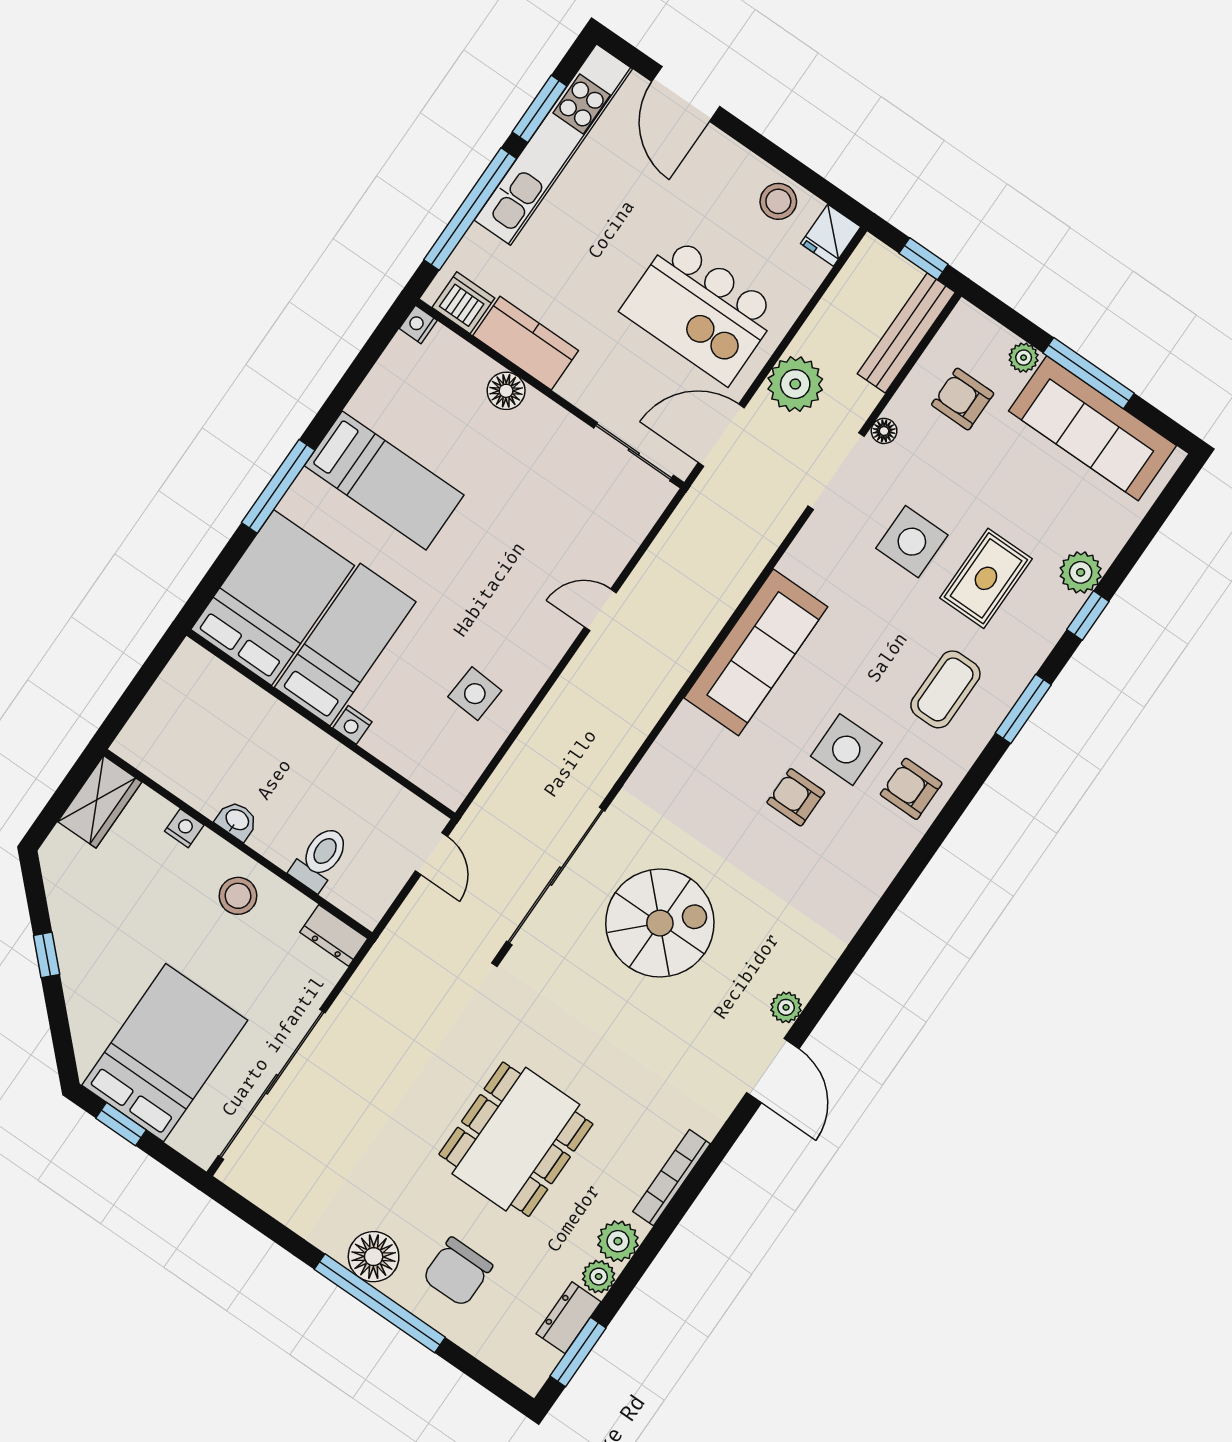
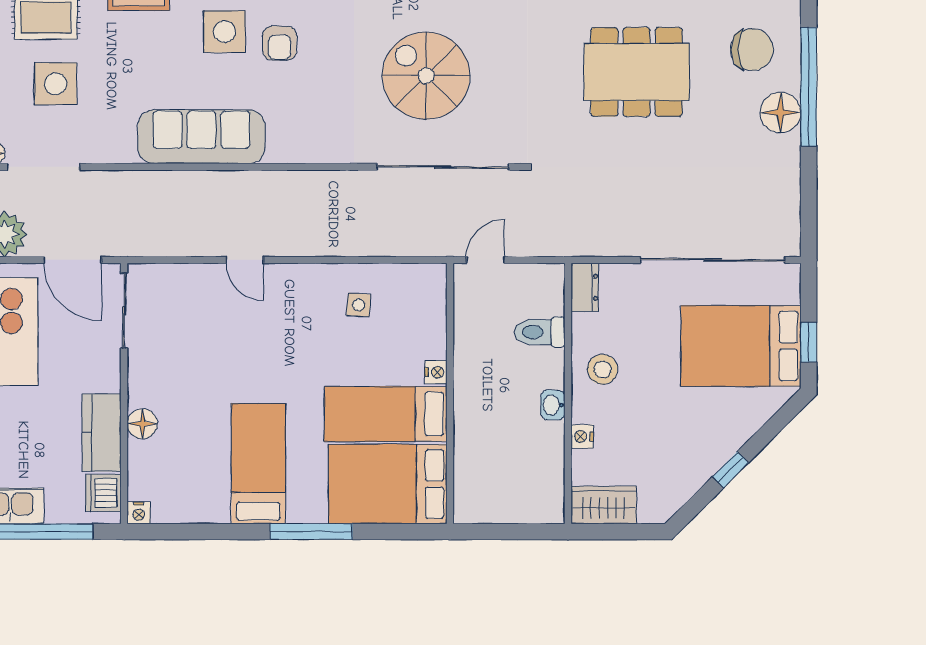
side table: (475, 694) -> (359, 305), width x0.73, depth x0.73

